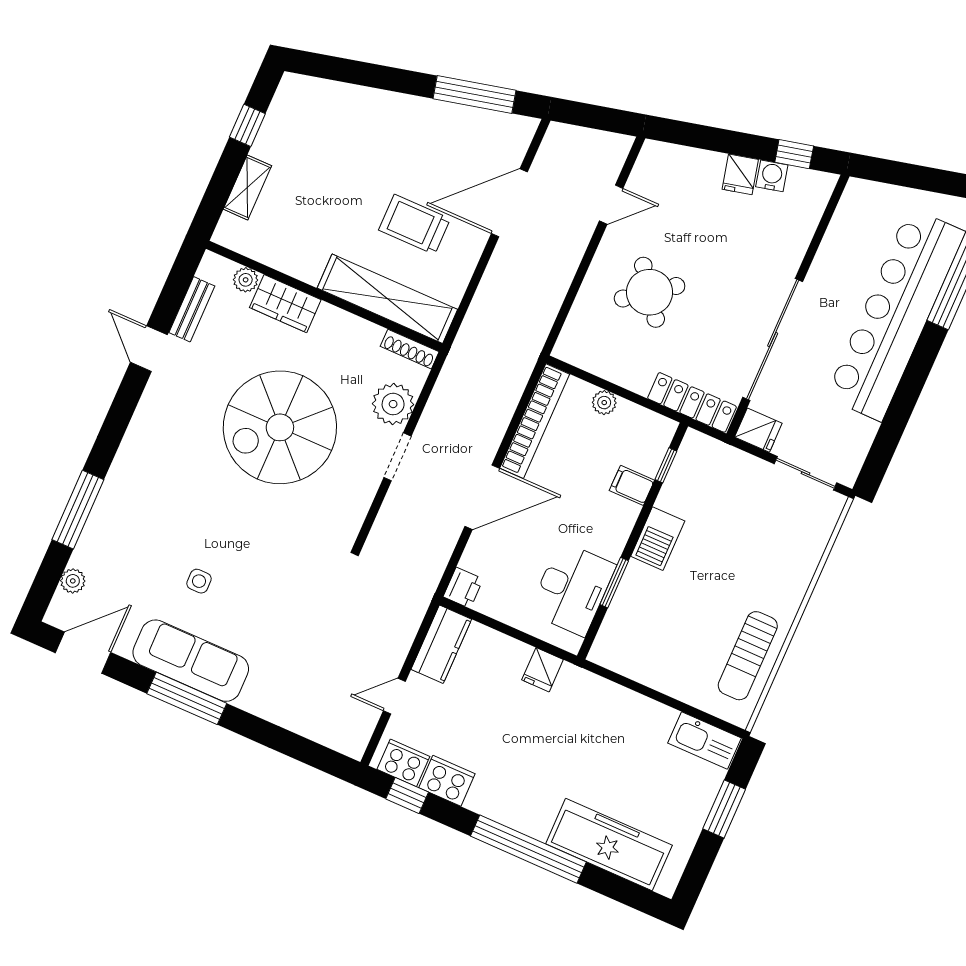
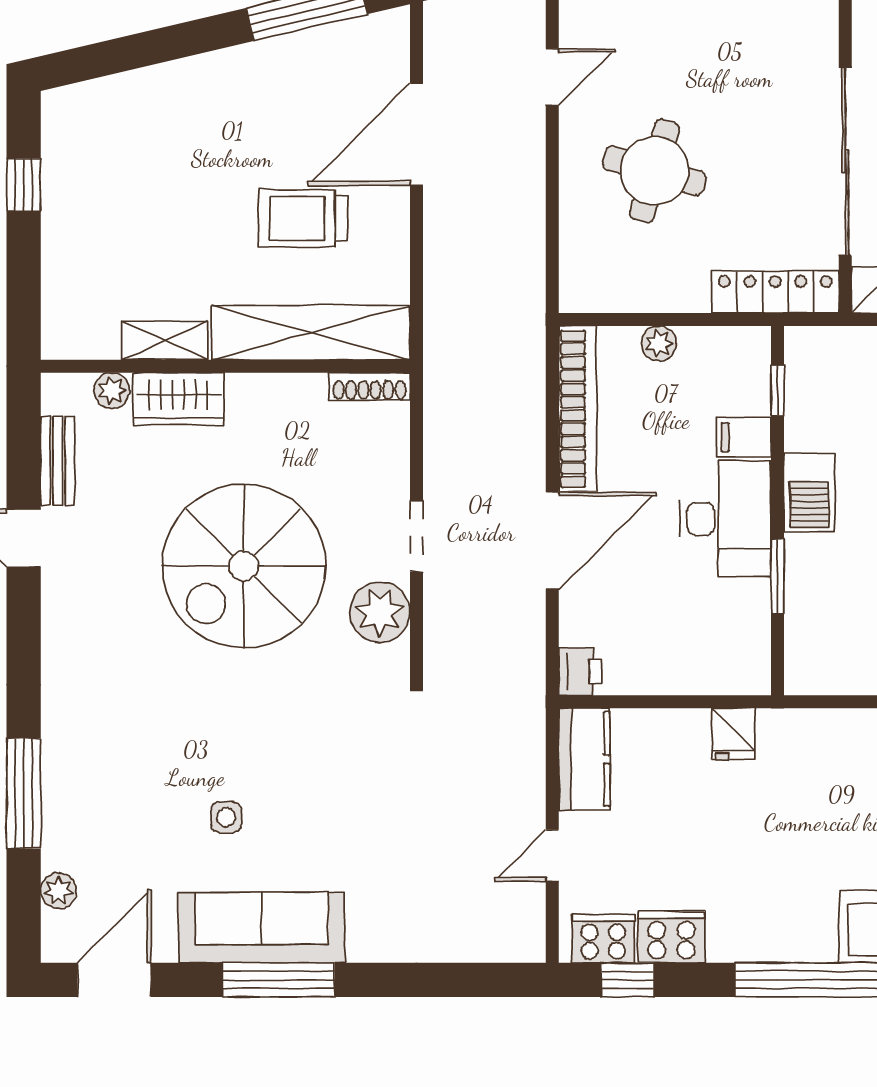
shelving: (247, 187) -> (165, 341), moved, turned 90
round table: (650, 292) -> (655, 171), turned -37
plant: (393, 404) -> (380, 612), moved
desk: (572, 589) -> (725, 519), moved

